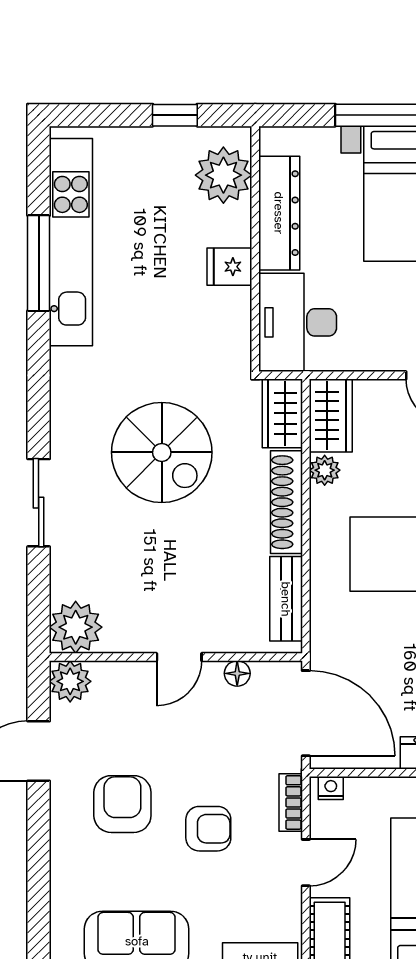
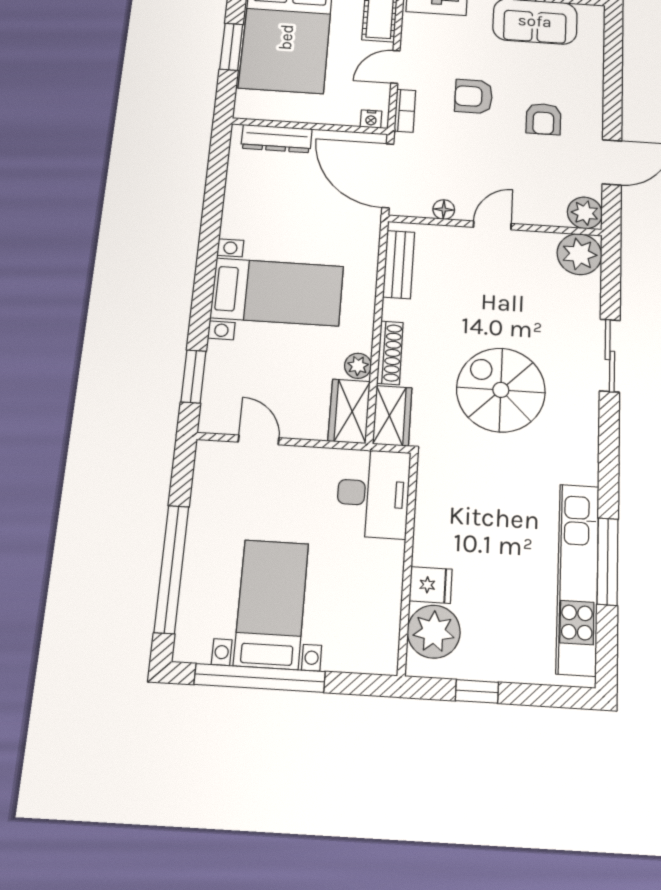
dresser: (279, 213) -> (384, 593), removed
fridge: (229, 267) -> (431, 585), moved
shoe rack: (286, 502) -> (390, 353), width x0.74, depth x0.81
armchair: (122, 804) -> (543, 119), width x0.72, depth x0.72

